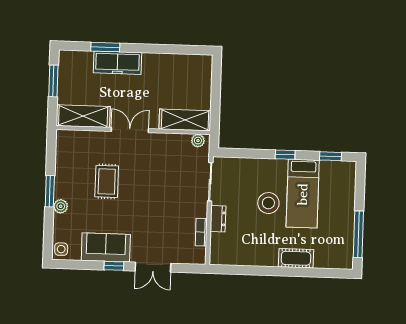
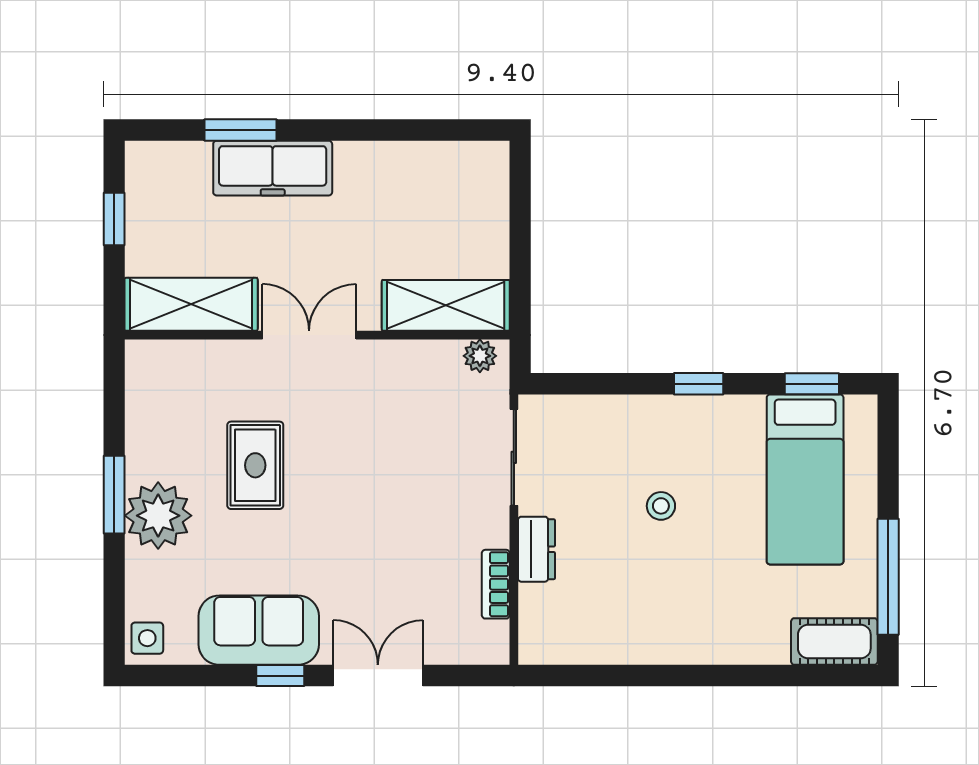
window: (53, 81) -> (114, 219), width x0.67
bed: (303, 194) -> (805, 479), moved
stool: (268, 203) -> (661, 506), width x0.53, depth x0.53
plant: (61, 206) -> (158, 516), width x1.87, depth x1.87
cot: (296, 258) -> (834, 642), moved
double door: (153, 267) -> (378, 676), swing flipped

